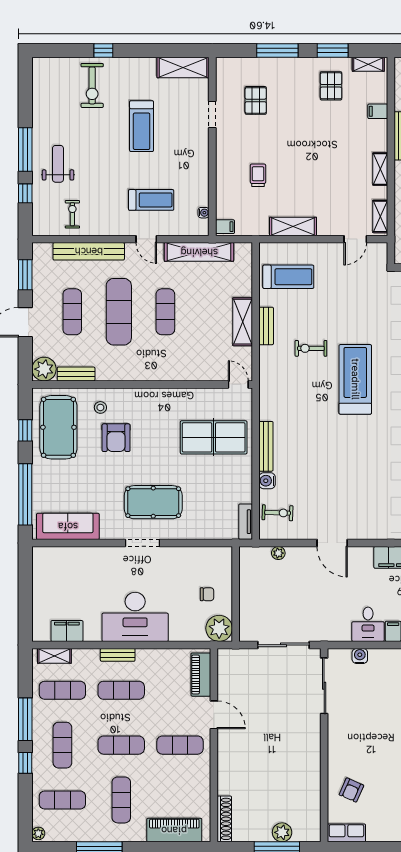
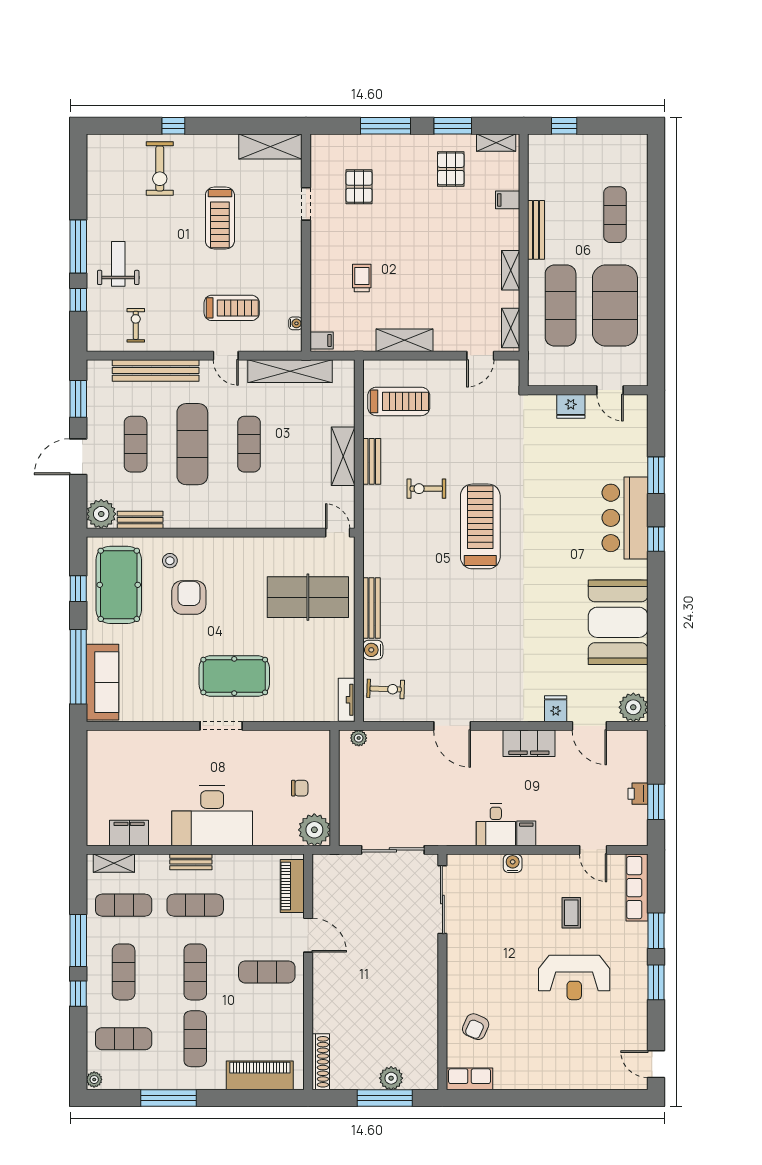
armchair: (116, 438) -> (189, 597), turned 180
sofa: (68, 526) -> (103, 682), moved, turned 90
plant: (278, 553) -> (359, 738), moved
water cooler: (360, 656) -> (513, 863), moved
exercise mat: (121, 745) -> (195, 972), turned 90

